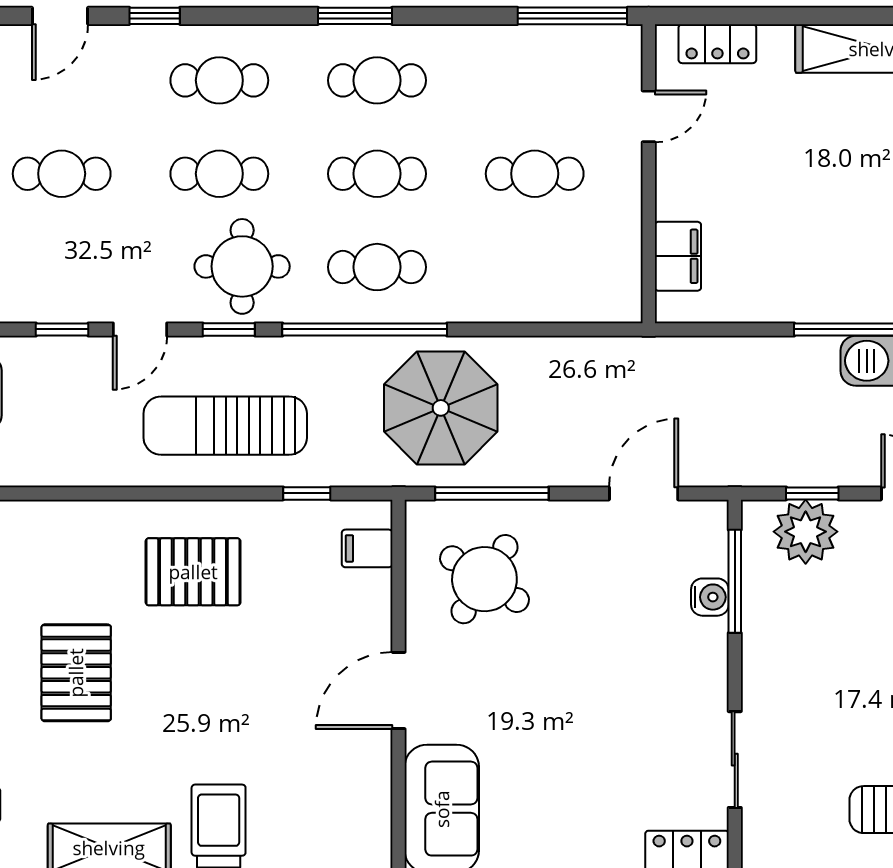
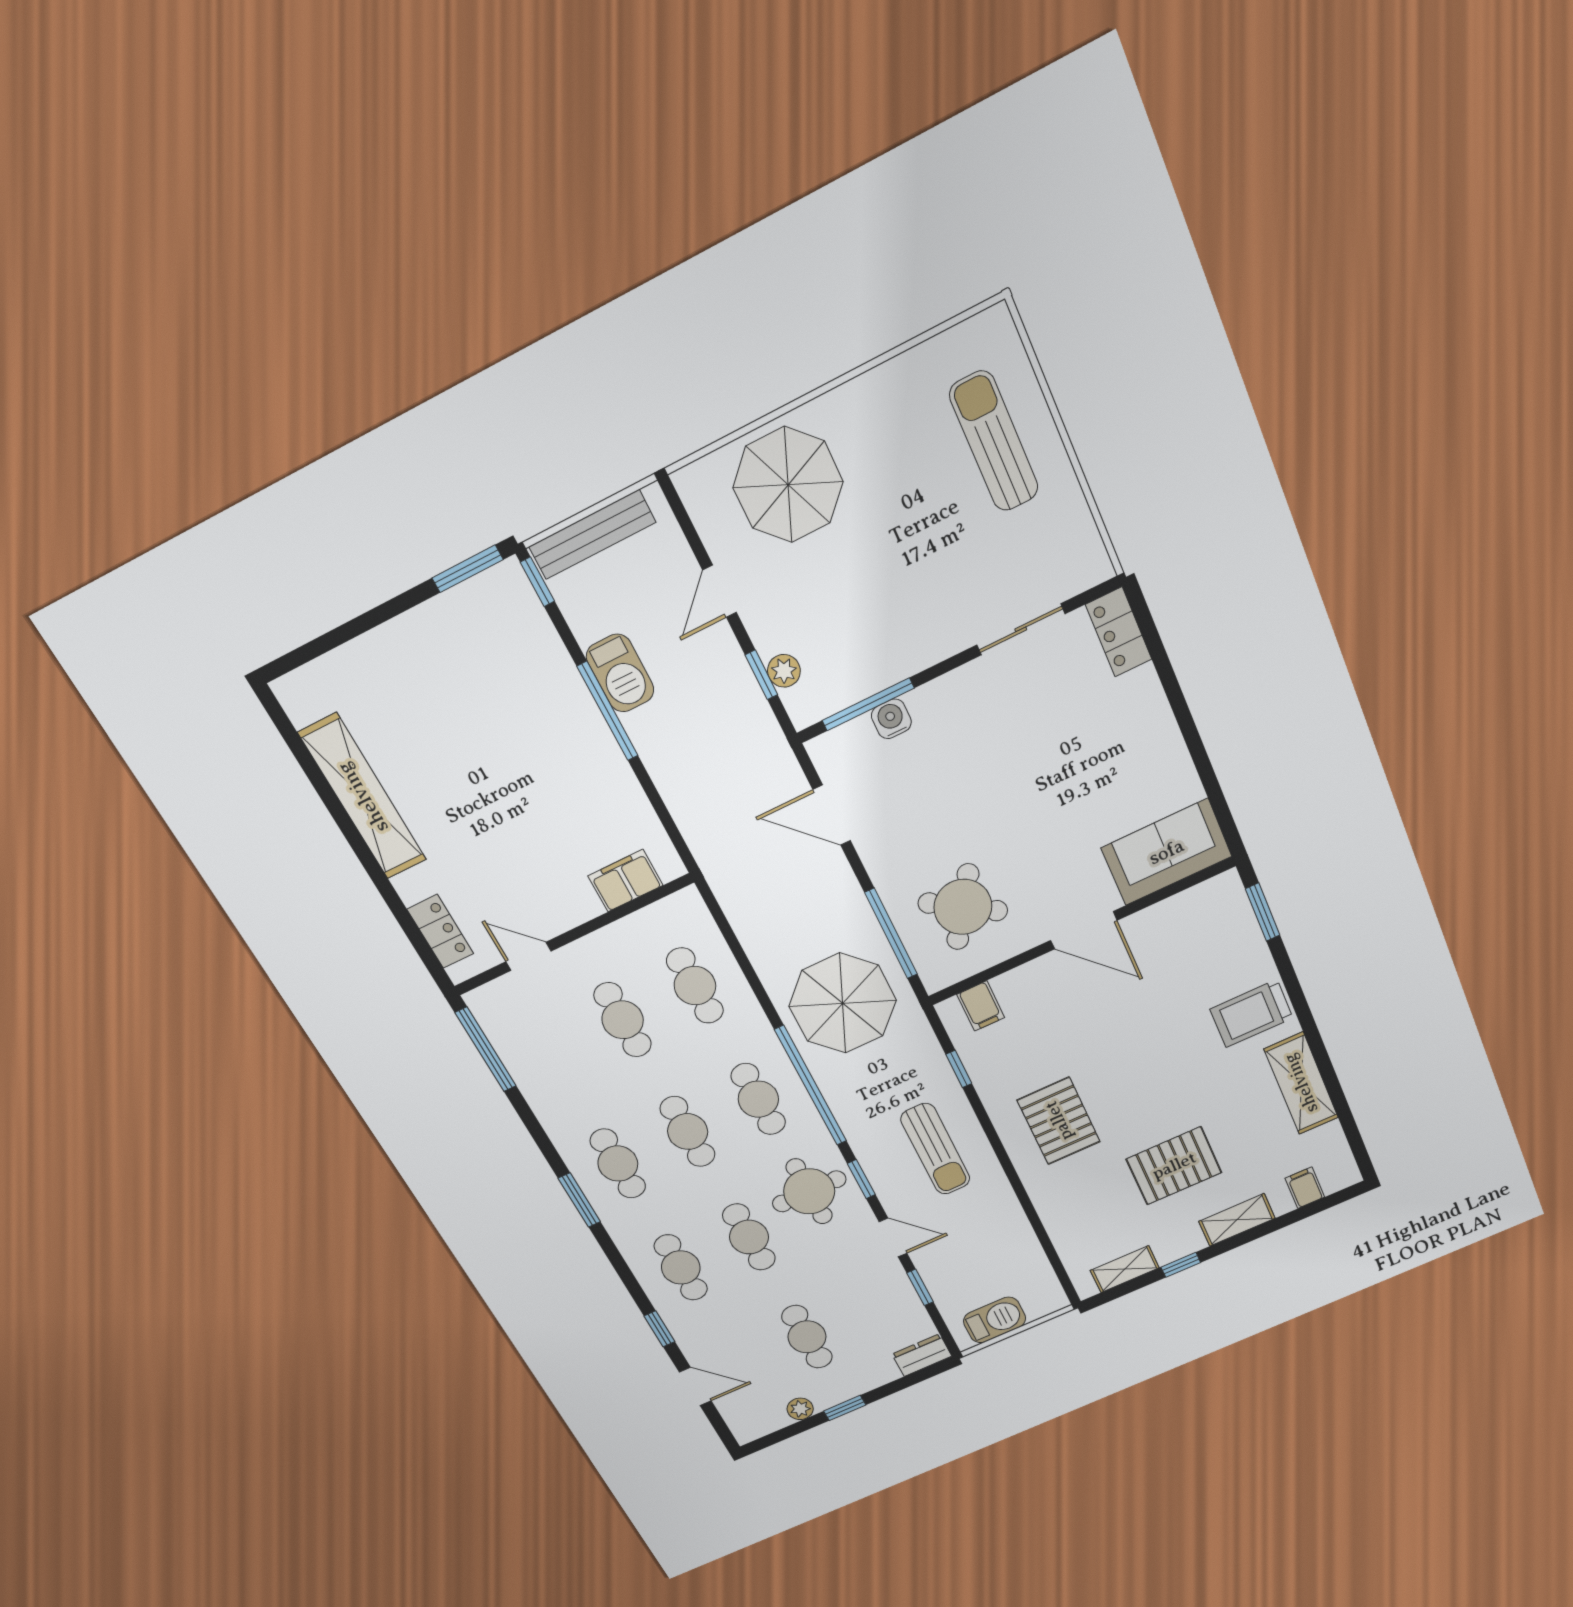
cafe table: (535, 267) -> (695, 986), added
sun lounger: (225, 426) -> (935, 1149), width x0.73, depth x0.75
plant: (806, 532) -> (784, 671), width x0.53, depth x0.53

